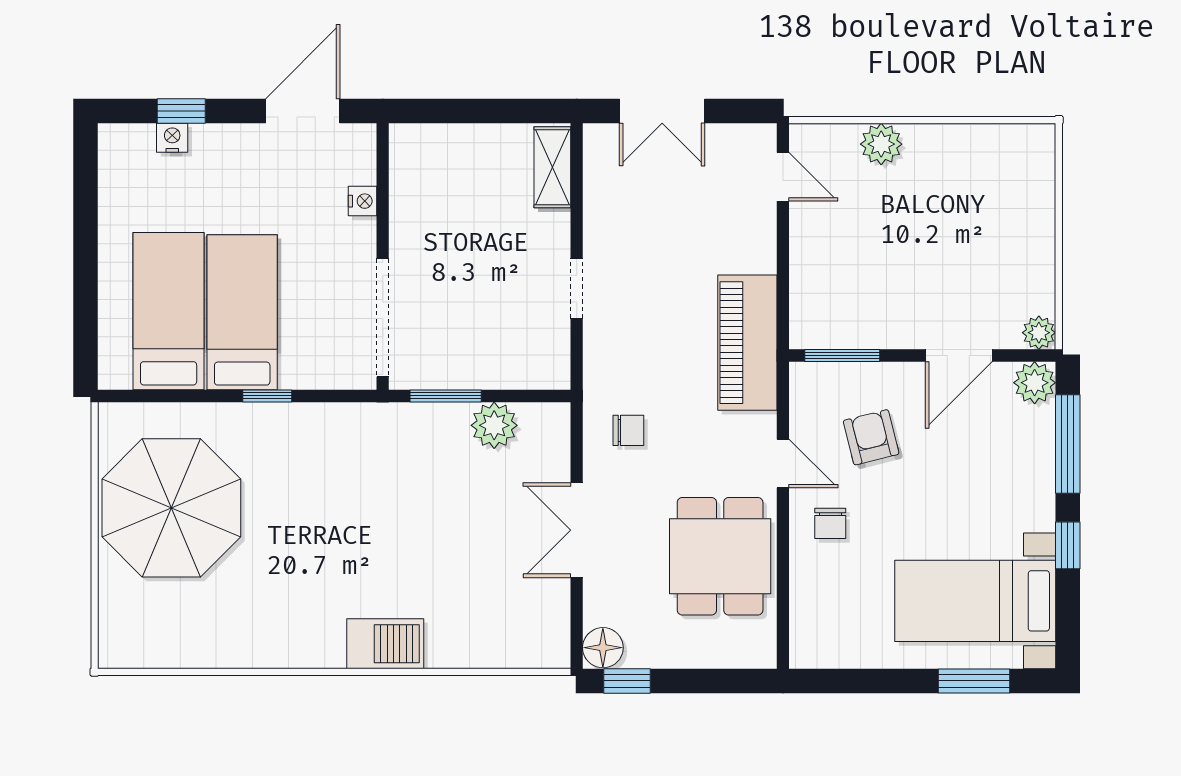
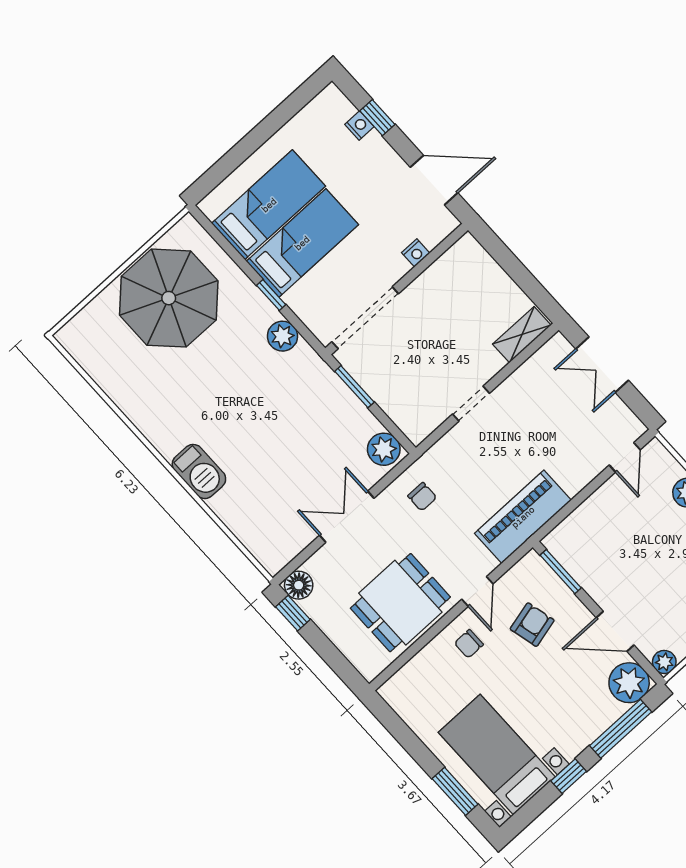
plant: (1035, 383) -> (629, 683), width x1.36, depth x1.36
plant: (322, 424) -> (282, 336), added
plant: (494, 425) -> (384, 449), moved

